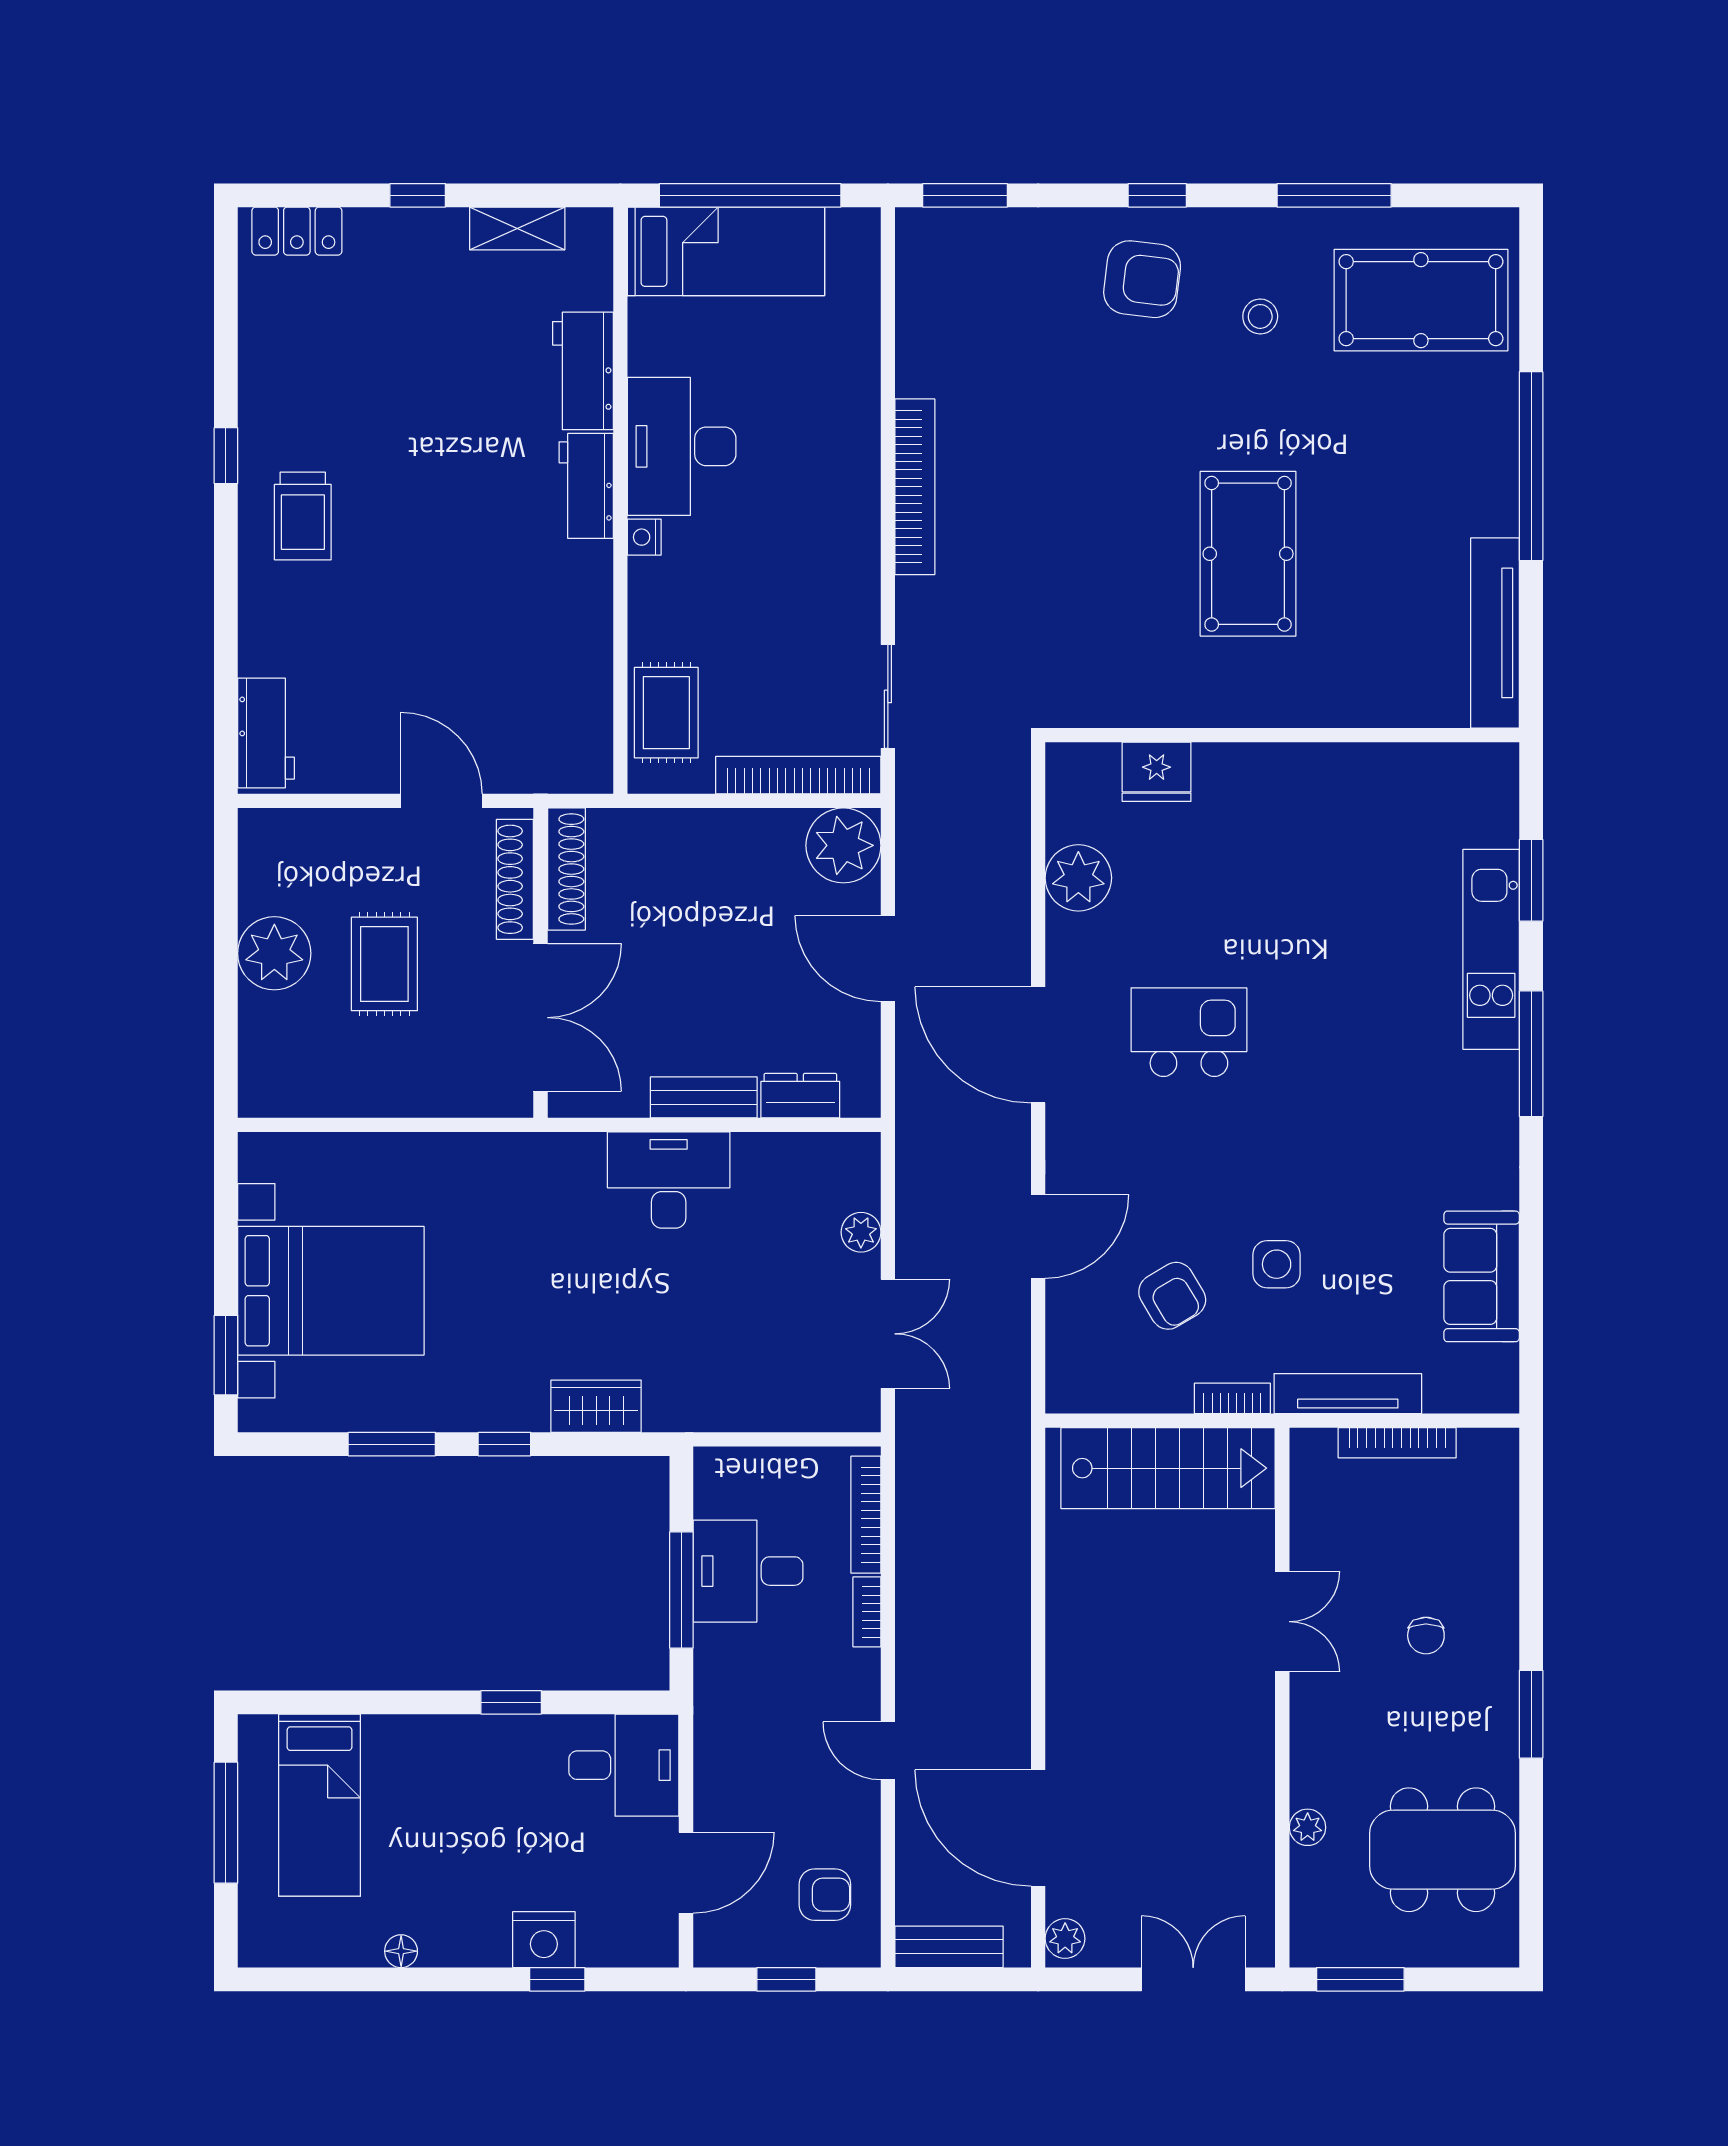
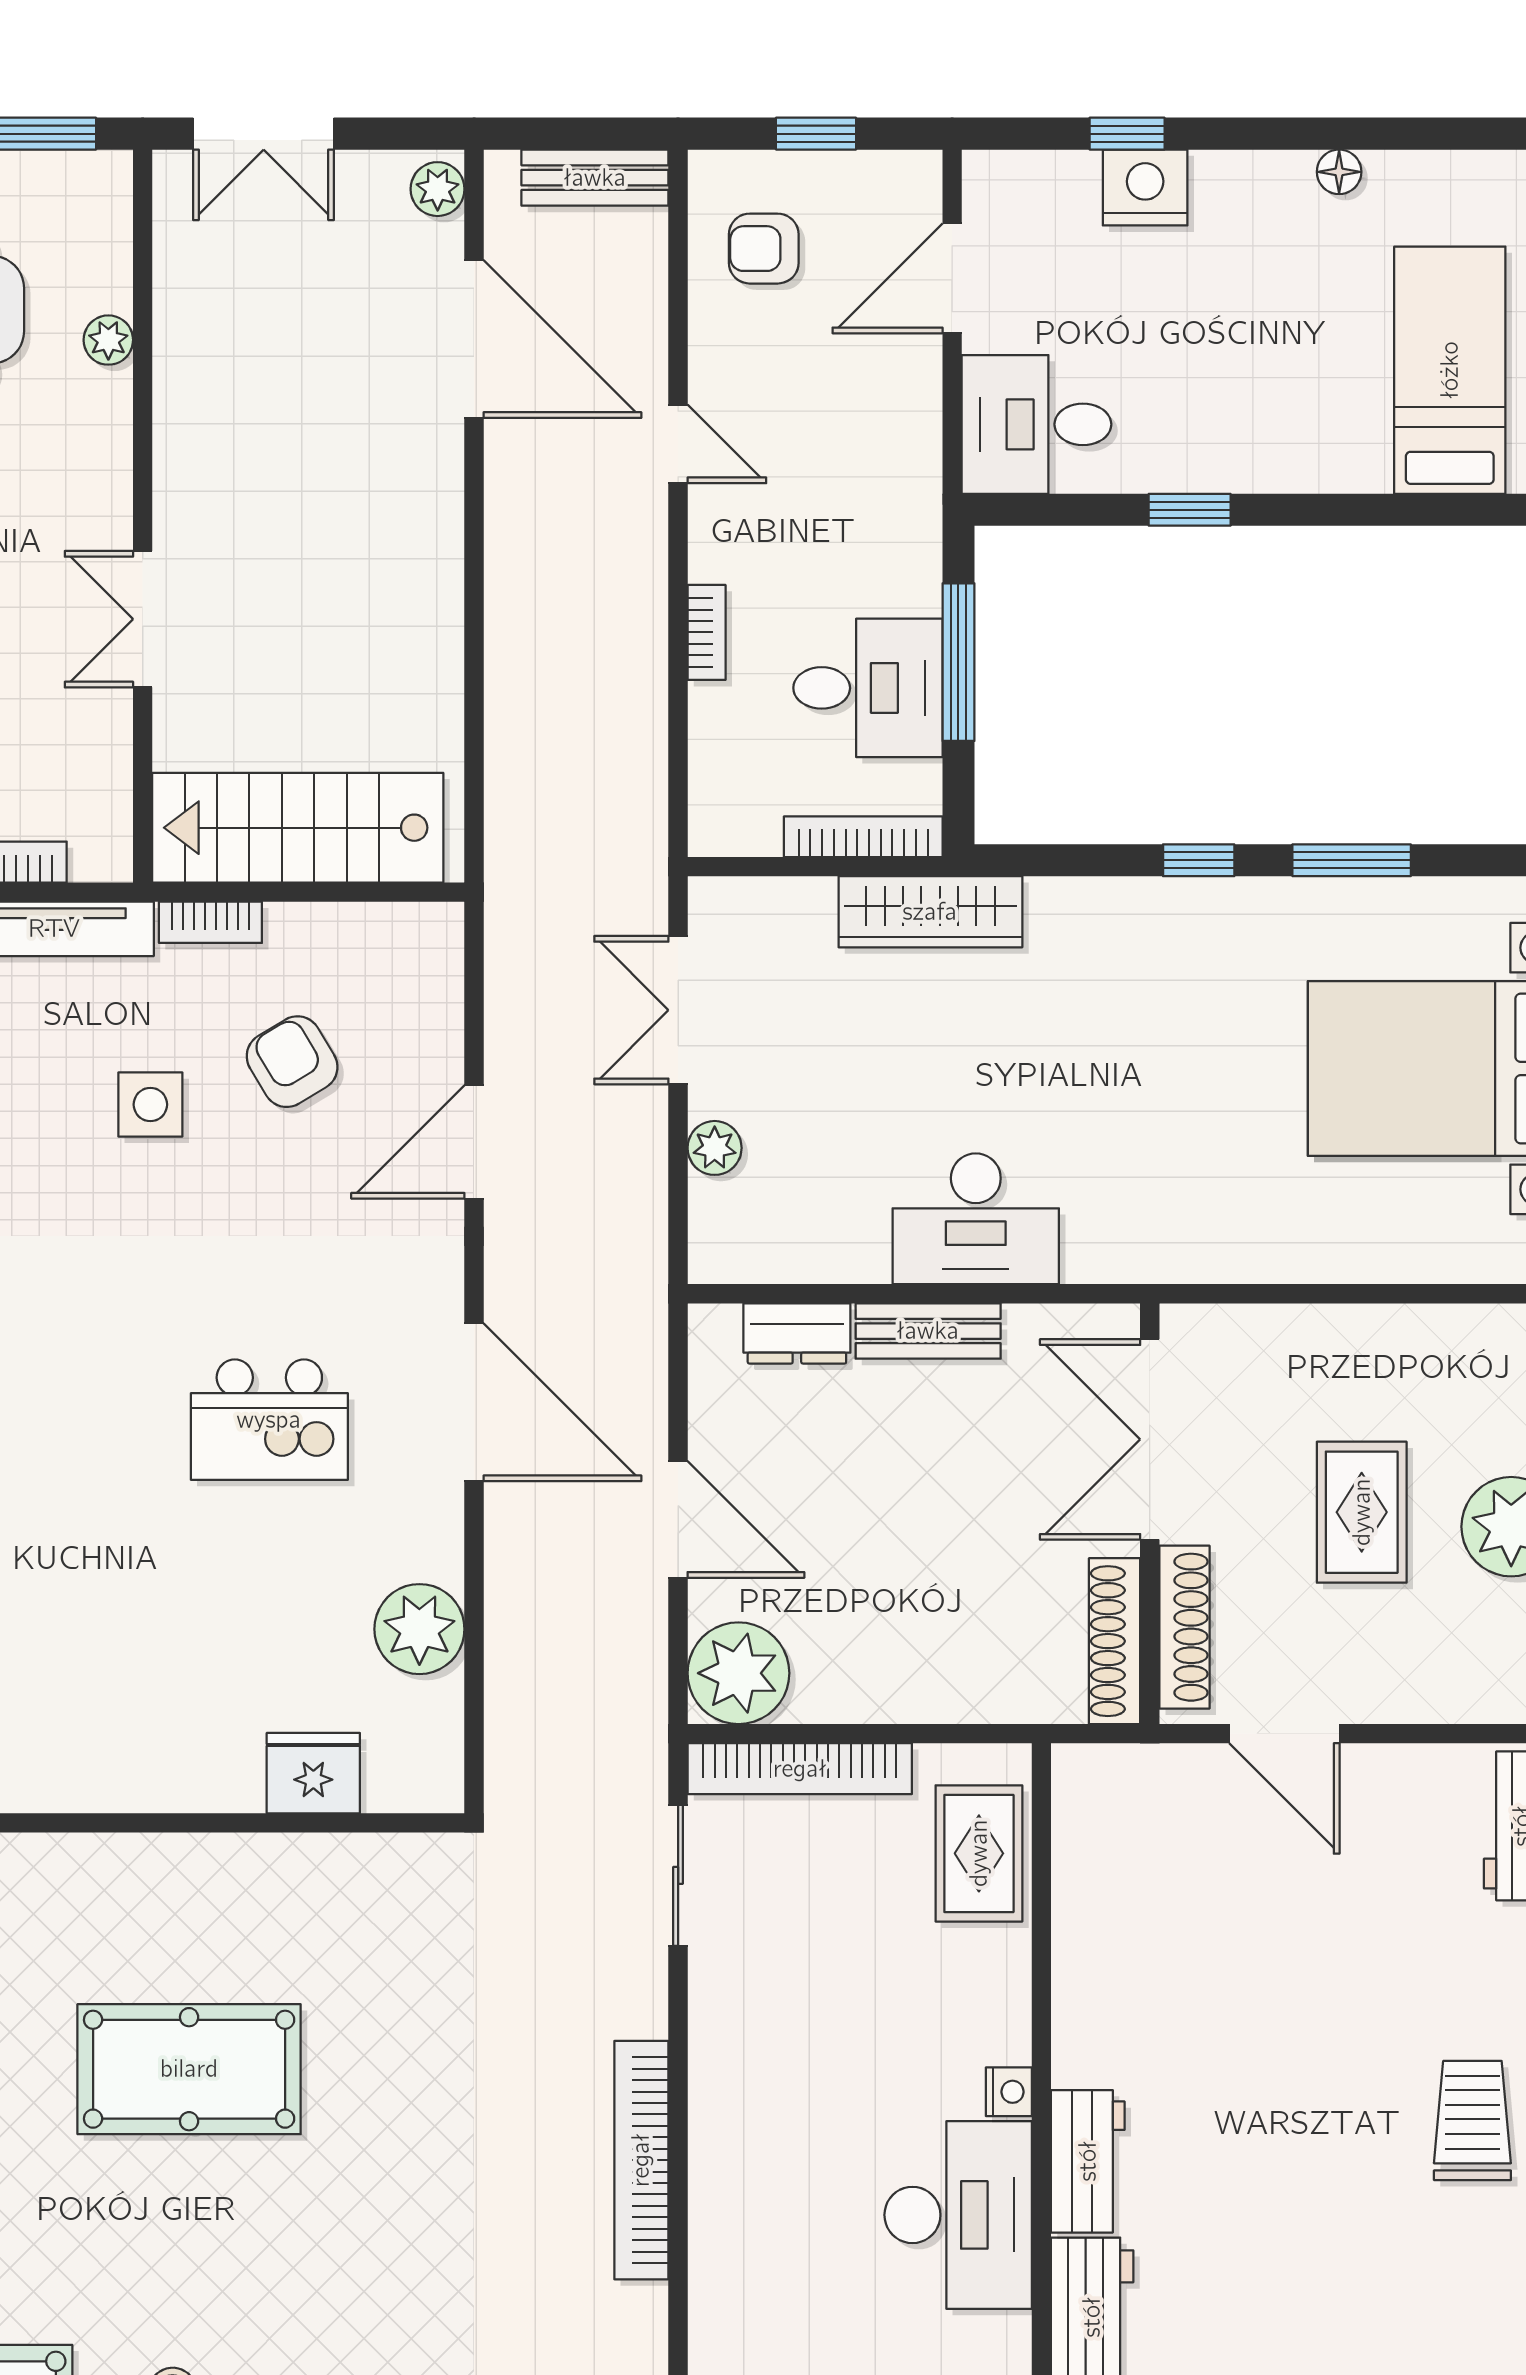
pool table: (1248, 554) -> (189, 2069), turned 90
wardrobe: (596, 1406) -> (930, 912), moved, width x1.50
bookcase: (866, 1515) -> (863, 837), moved, turned -90

